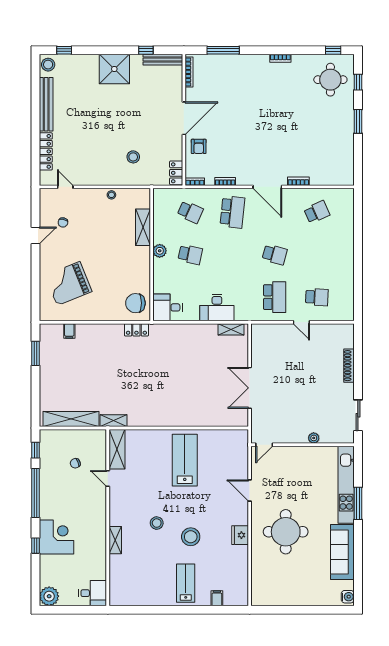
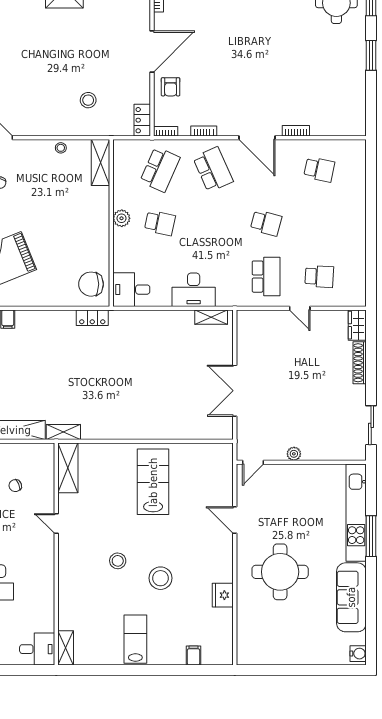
school desk: (190, 212) -> (160, 169), width x1.85
school desk: (232, 212) -> (213, 169), turned -30
school desk: (317, 212) -> (319, 169), turned 36
shelving: (143, 227) -> (100, 162), moved
wardrobe: (347, 336) -> (357, 325), added
plant: (314, 438) -> (294, 454), moved
door: (108, 478) -> (56, 523), moved
fridge: (240, 535) -> (223, 595), moved
shelving: (115, 540) -> (66, 648), moved
lab bench: (186, 583) -> (135, 639), moved

